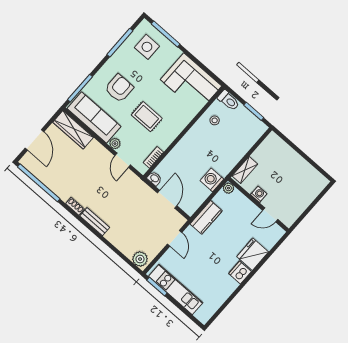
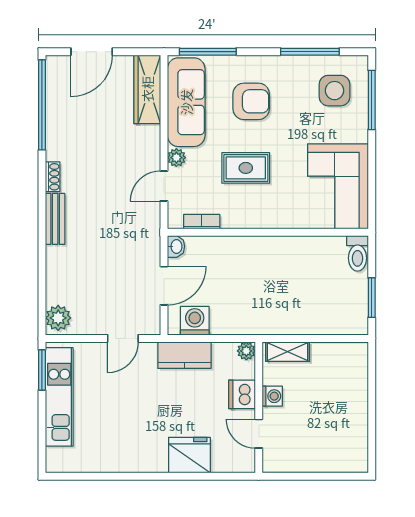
rug: (147, 117) -> (246, 168), turned 90
stool: (215, 120) -> (317, 258), removed
washing machine: (212, 180) -> (195, 321), moved
dishwasher: (240, 272) -> (242, 394), moved, turned -90

